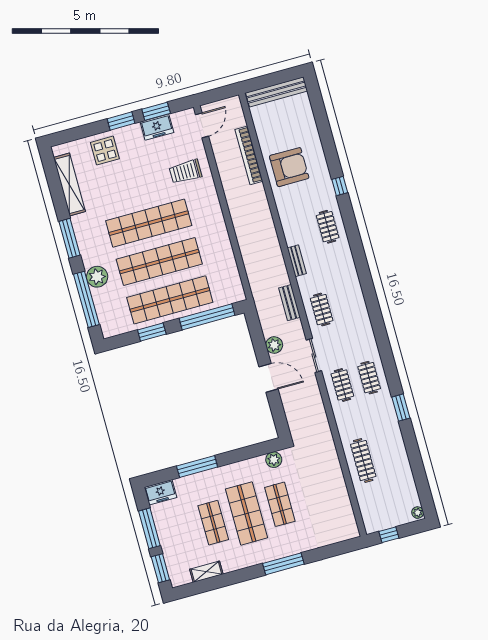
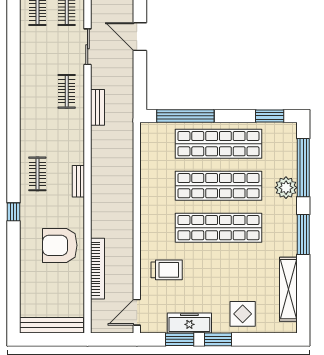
freezer: (157, 127) -> (189, 323), width x1.40
bench: (297, 261) -> (78, 181), moved
window: (152, 332) -> (270, 116), moved
plant: (274, 345) -> (125, 69), removed

